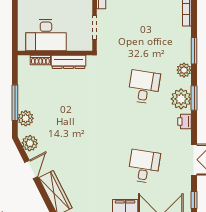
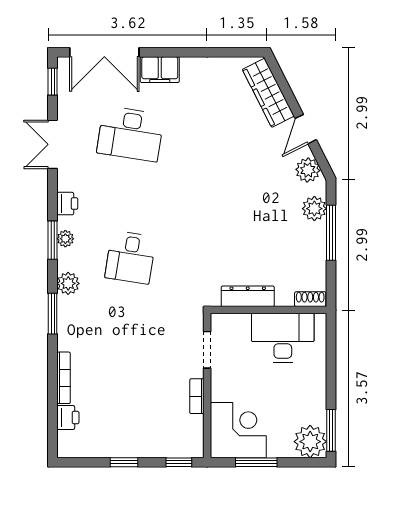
shoe rack: (40, 60) -> (310, 299), moved
plant: (181, 99) -> (65, 239), width x0.53, depth x0.53
desk: (144, 166) -> (130, 134), width x1.37

